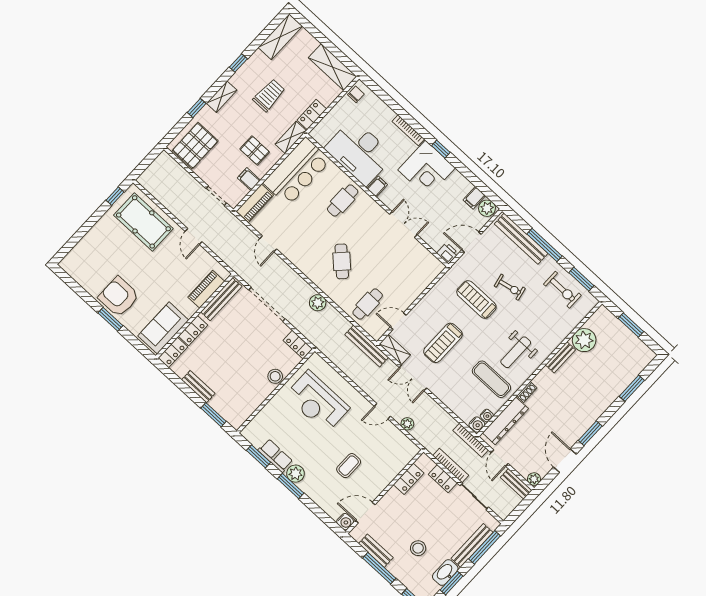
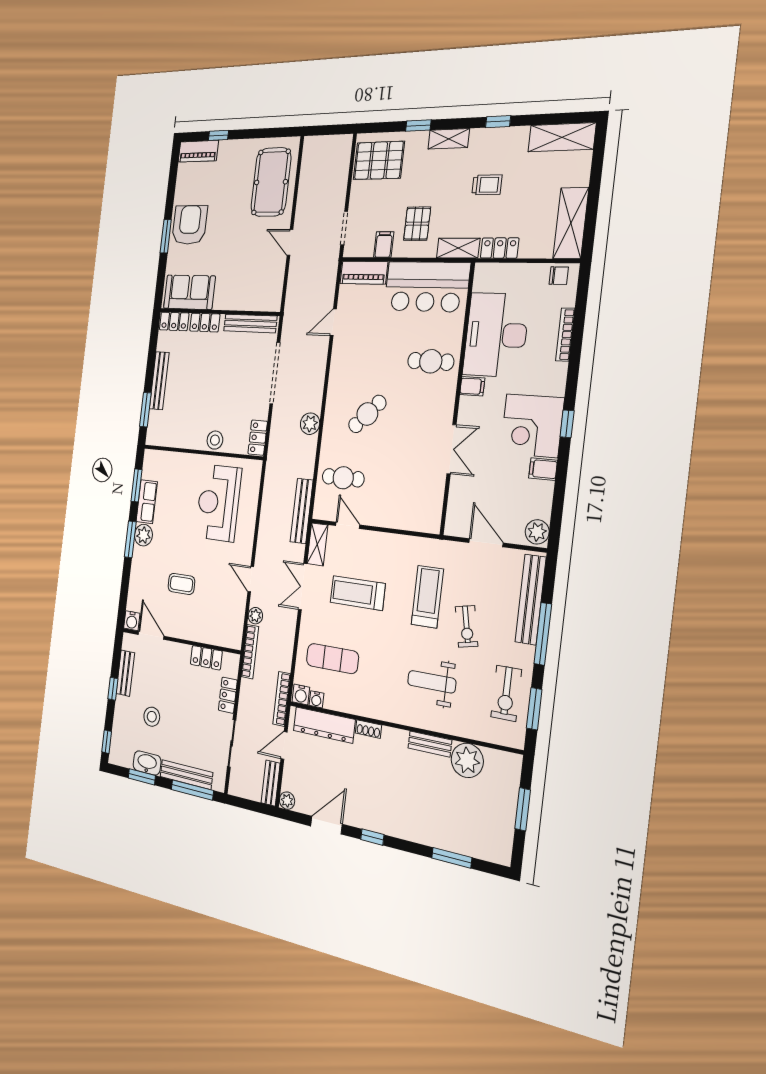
trolley: (269, 95) -> (487, 185), width x0.73, depth x0.72
bookcase: (408, 130) -> (565, 335), moved
window: (115, 196) -> (218, 135), moved
filing cabinet: (474, 198) -> (543, 469), moved
door: (194, 237) -> (290, 242), hinge flipped
printer: (447, 253) -> (455, 524), removed
piano: (206, 289) -> (198, 151), moved, turned 180
weight bench: (516, 352) -> (432, 682), moved
exercise mat: (491, 379) -> (332, 659), moved, turned 90
bench: (198, 387) -> (159, 381), width x1.36
window: (590, 433) -> (372, 837), width x0.67
bookcase: (451, 466) -> (250, 652), moved
window: (379, 568) -> (113, 689), width x0.46

